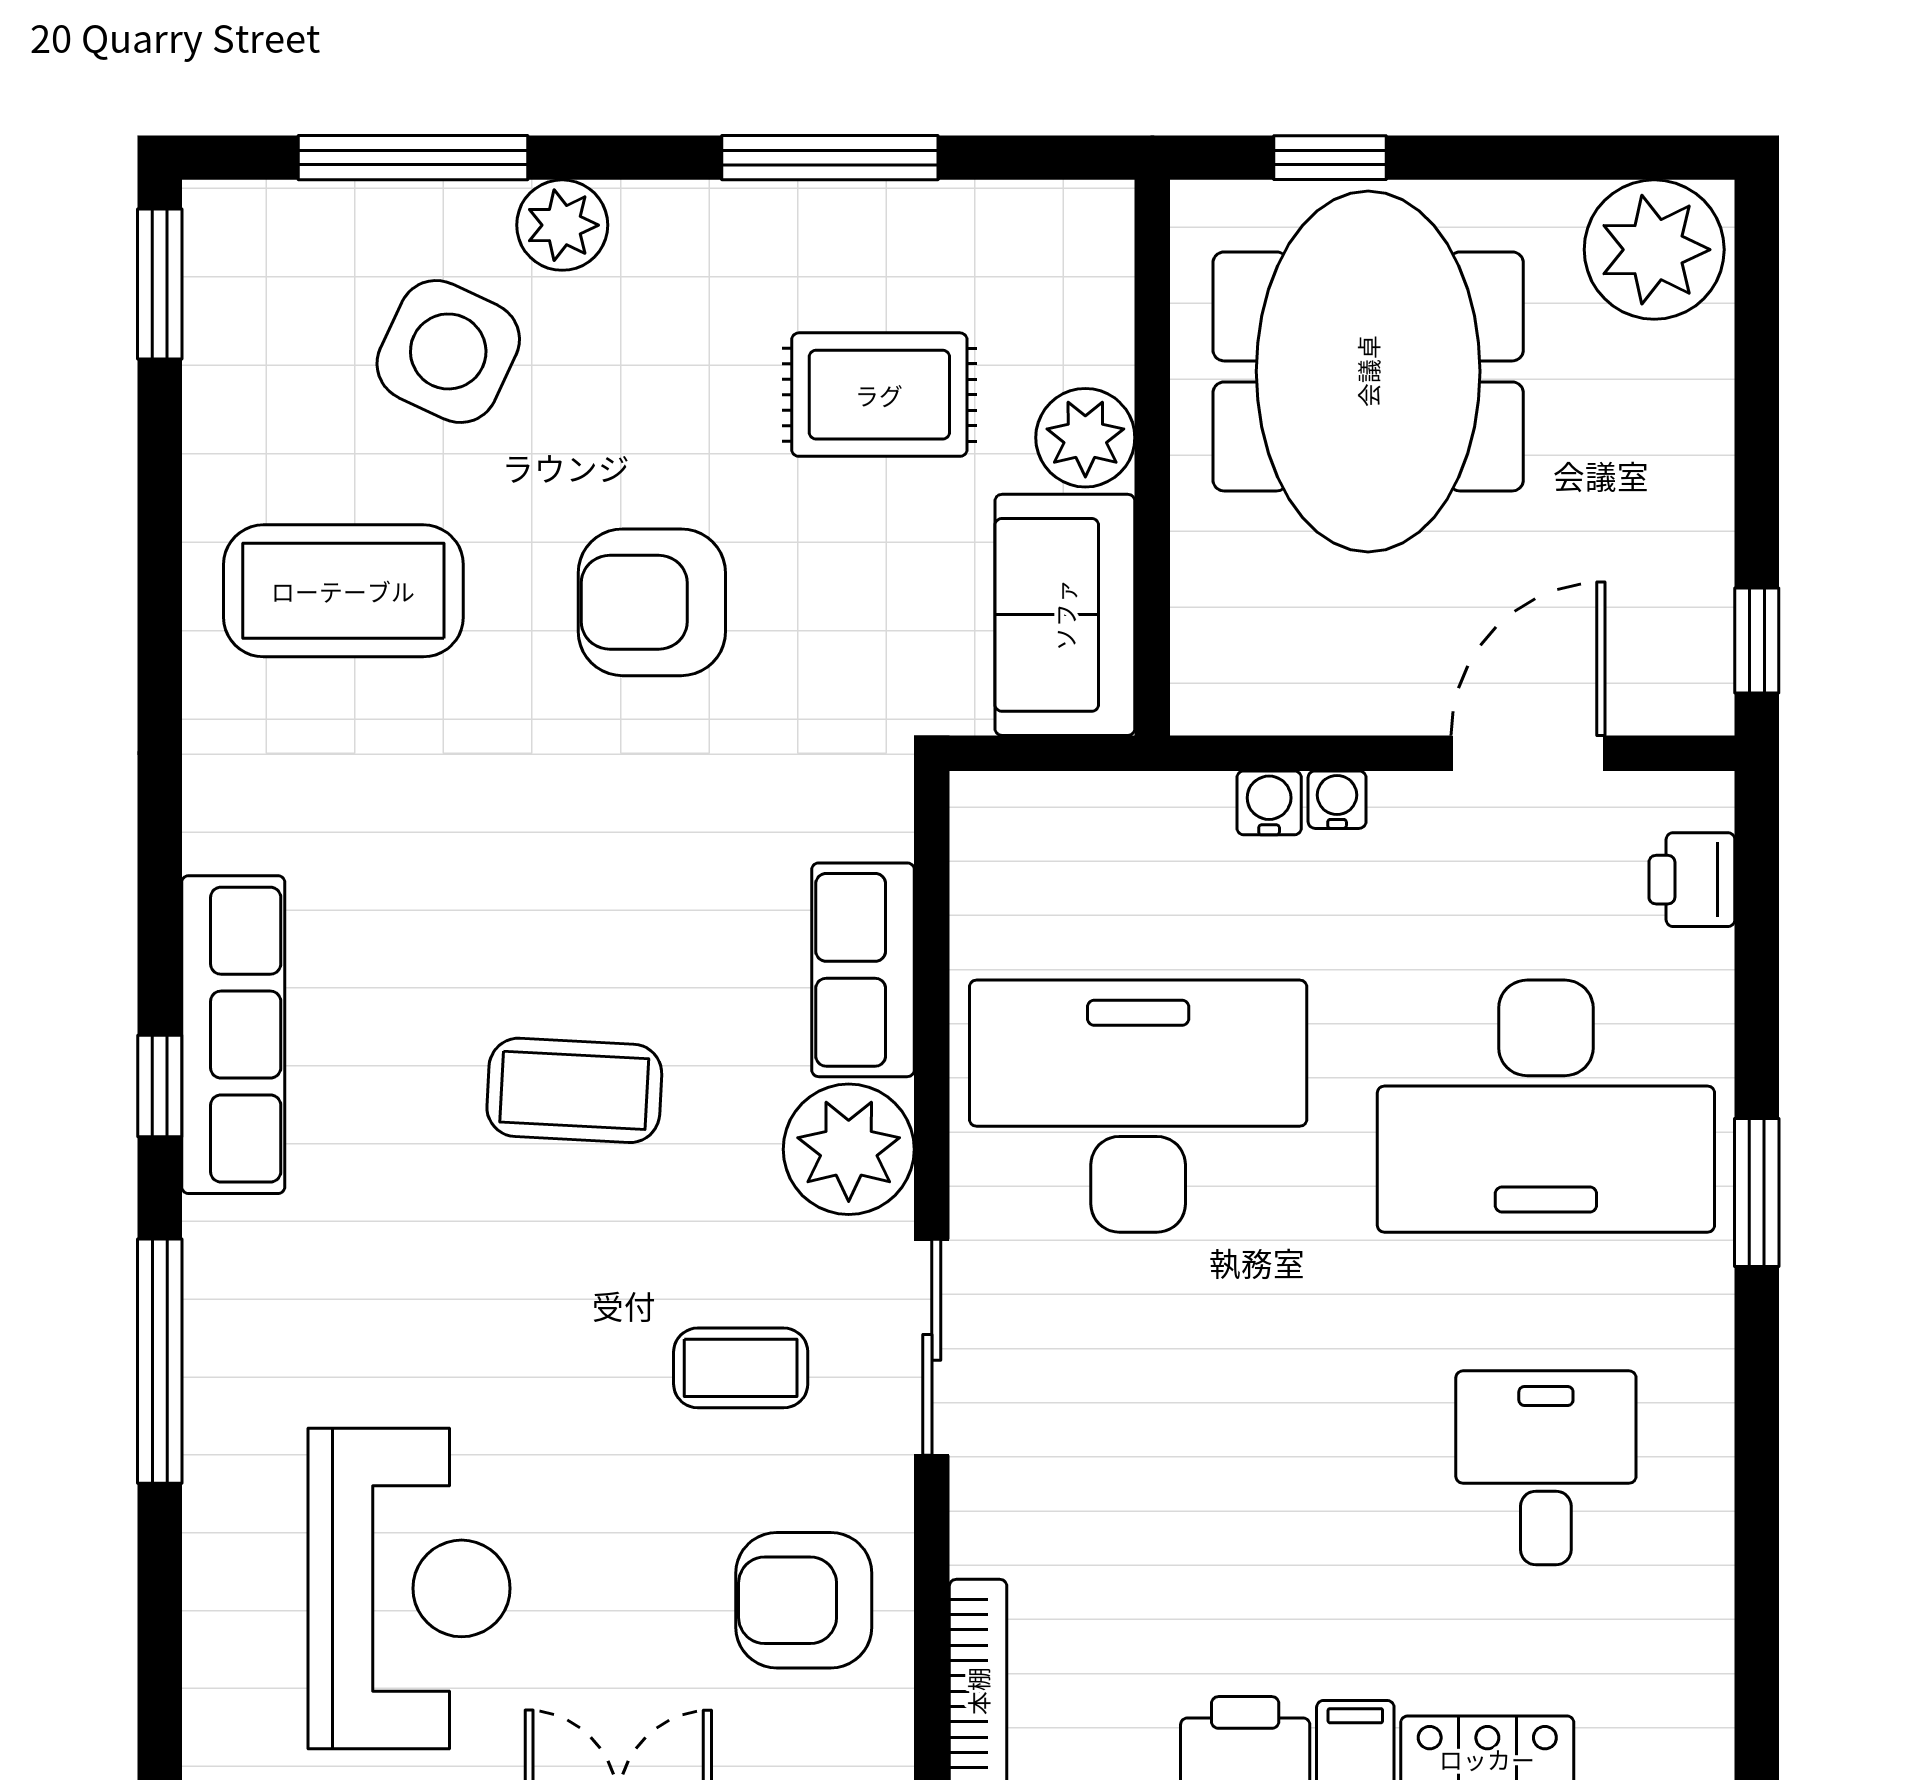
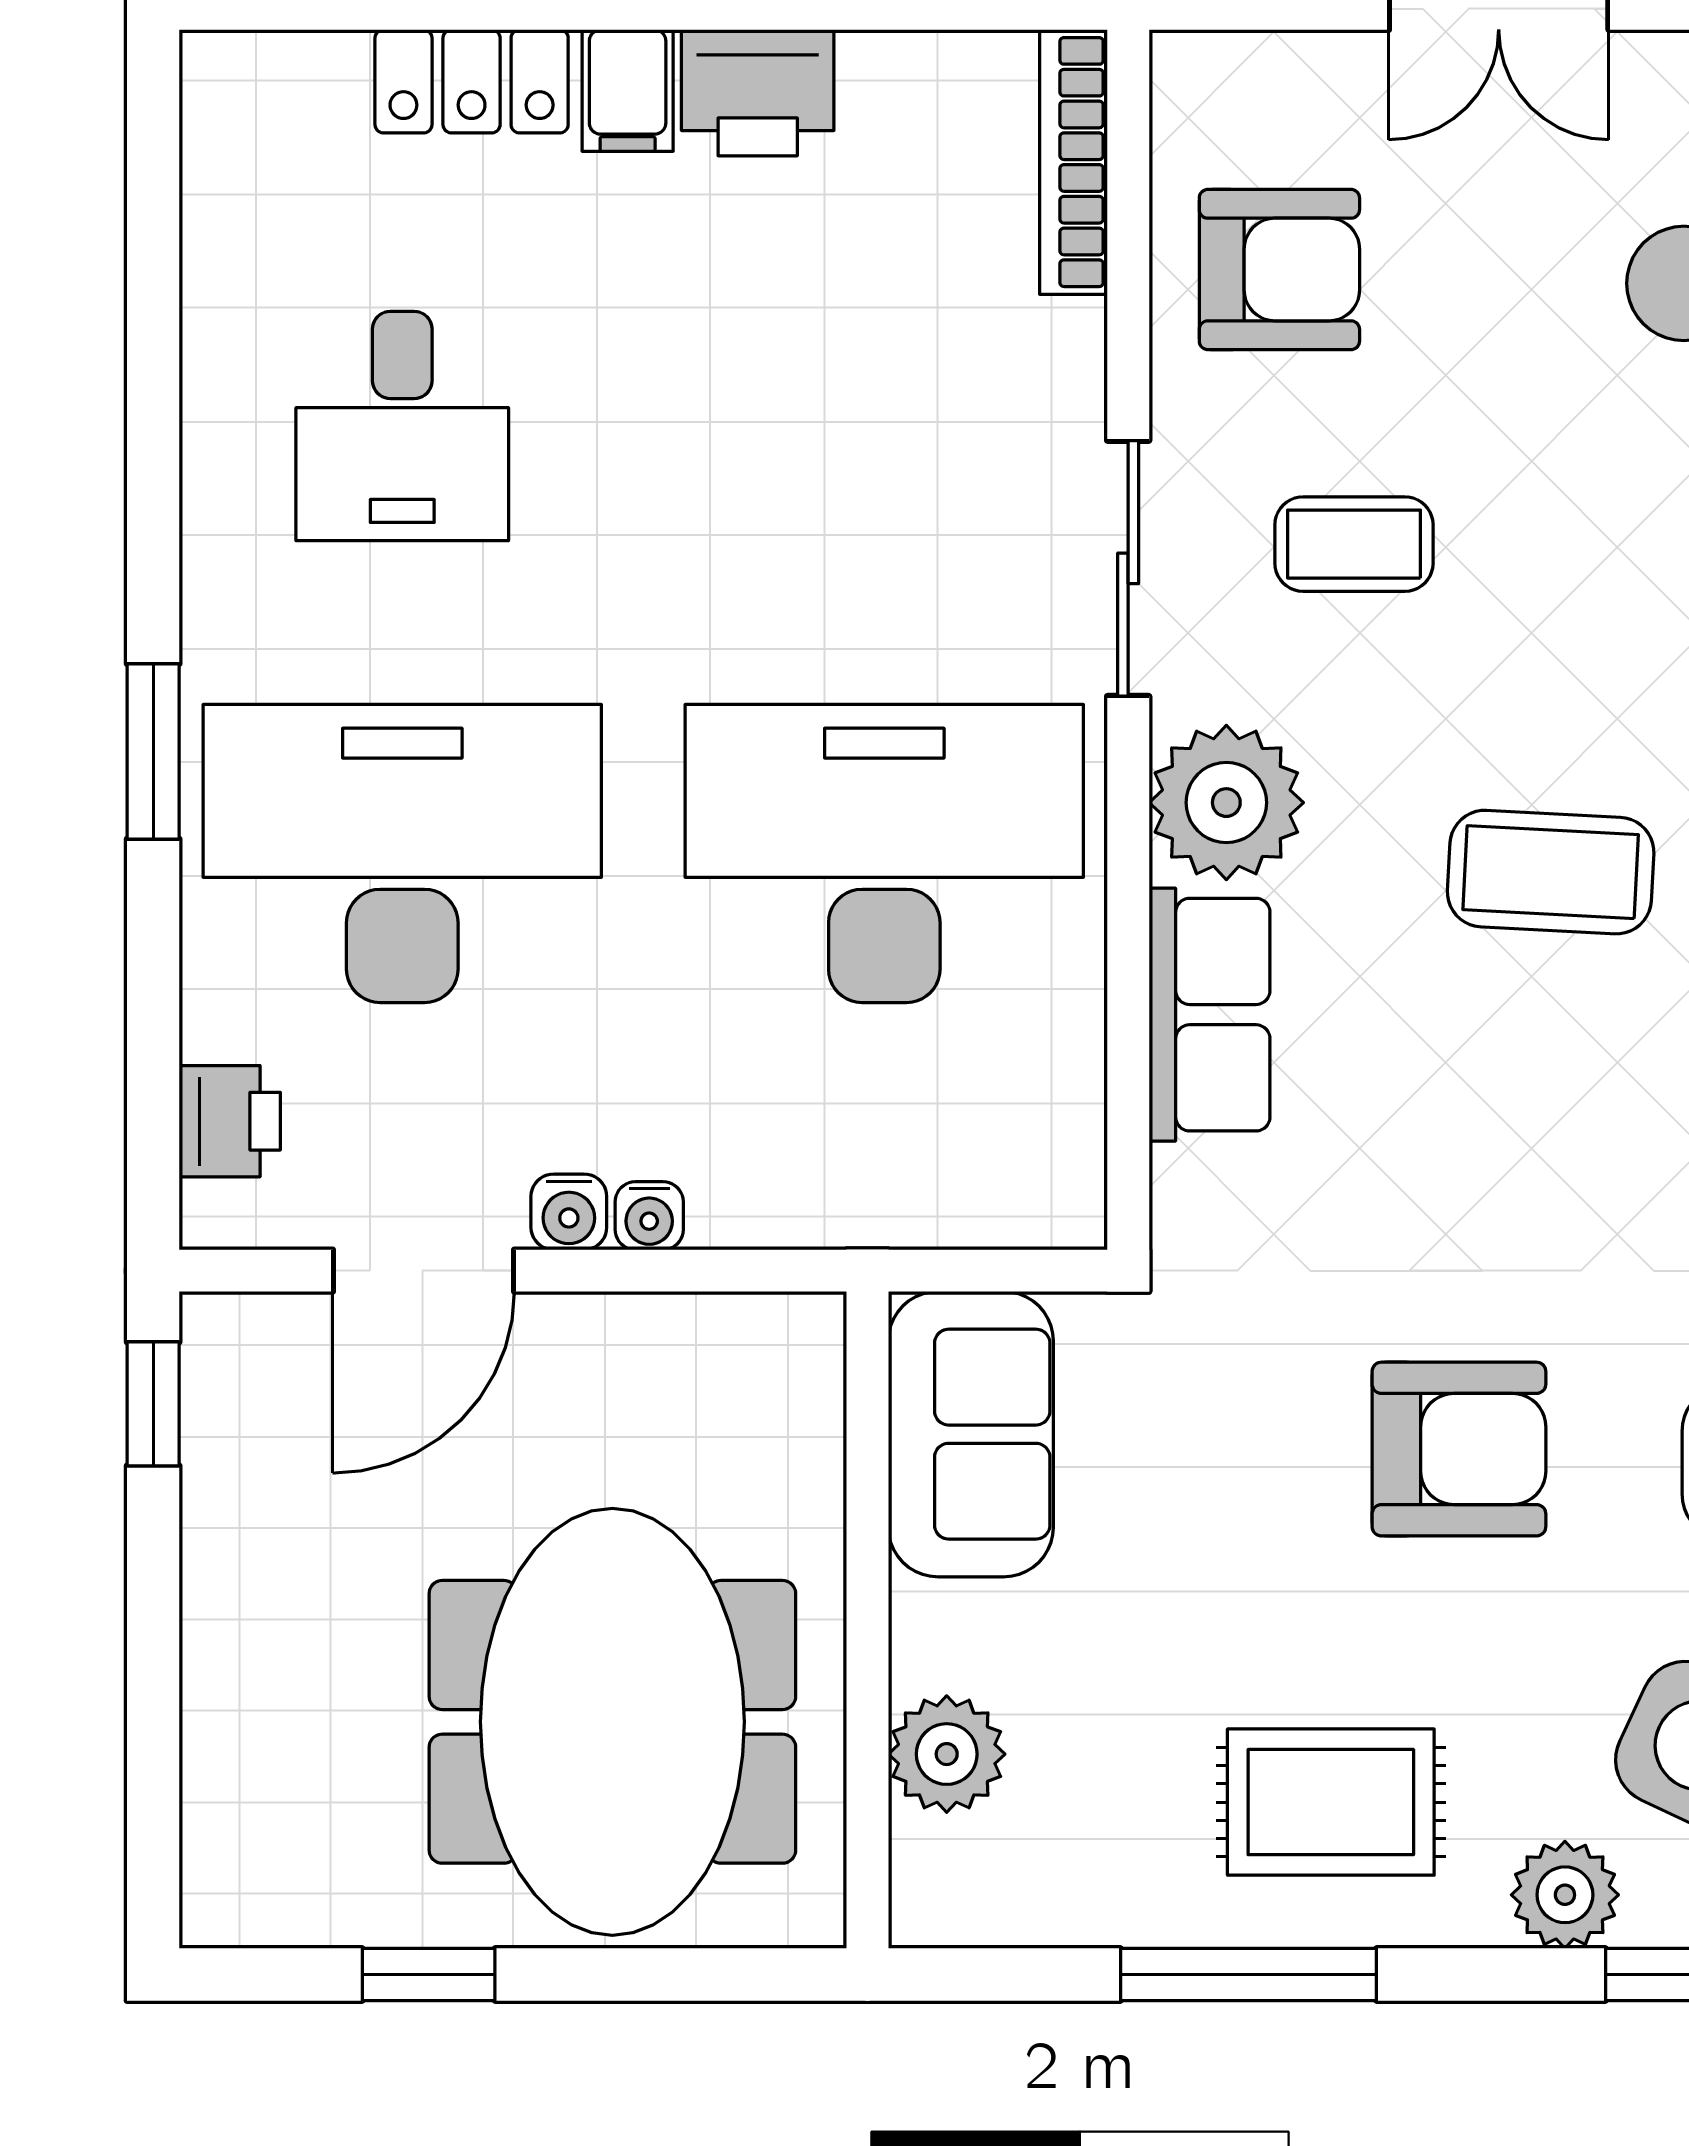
window: (1330, 158) -> (429, 1975), moved
plant: (1654, 250) -> (274, 1866), removed
rug: (879, 395) -> (1331, 1802), moved
plant: (1085, 438) -> (947, 1754), moved
water cooler: (1269, 803) -> (569, 1212), moved
desk: (1138, 1106) -> (884, 853), turned 180

